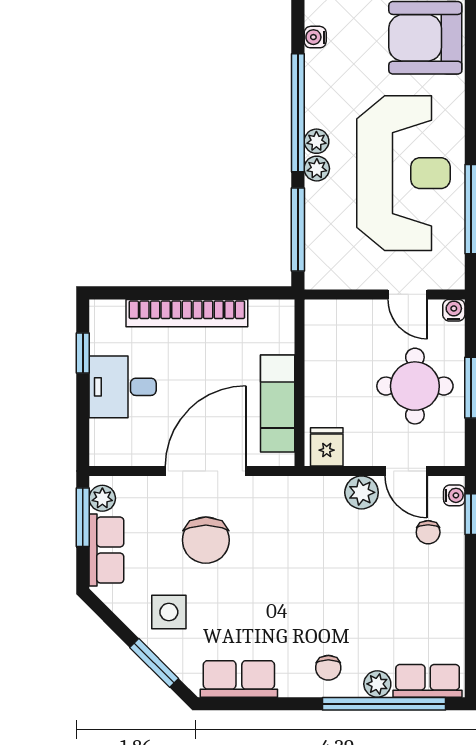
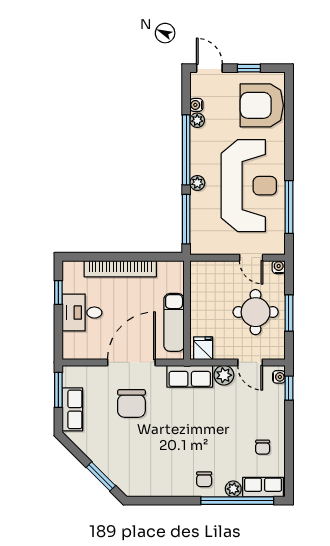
plant: (316, 141) -> (197, 120), moved
plant: (102, 498) -> (70, 379), removed
chair: (428, 532) -> (263, 447), moved
side table: (169, 612) -> (110, 446), removed
row of seats: (239, 679) -> (190, 376), moved, turned 180

